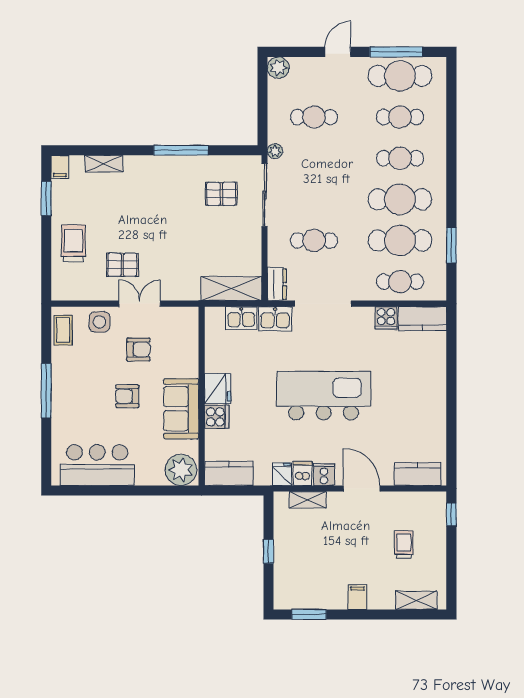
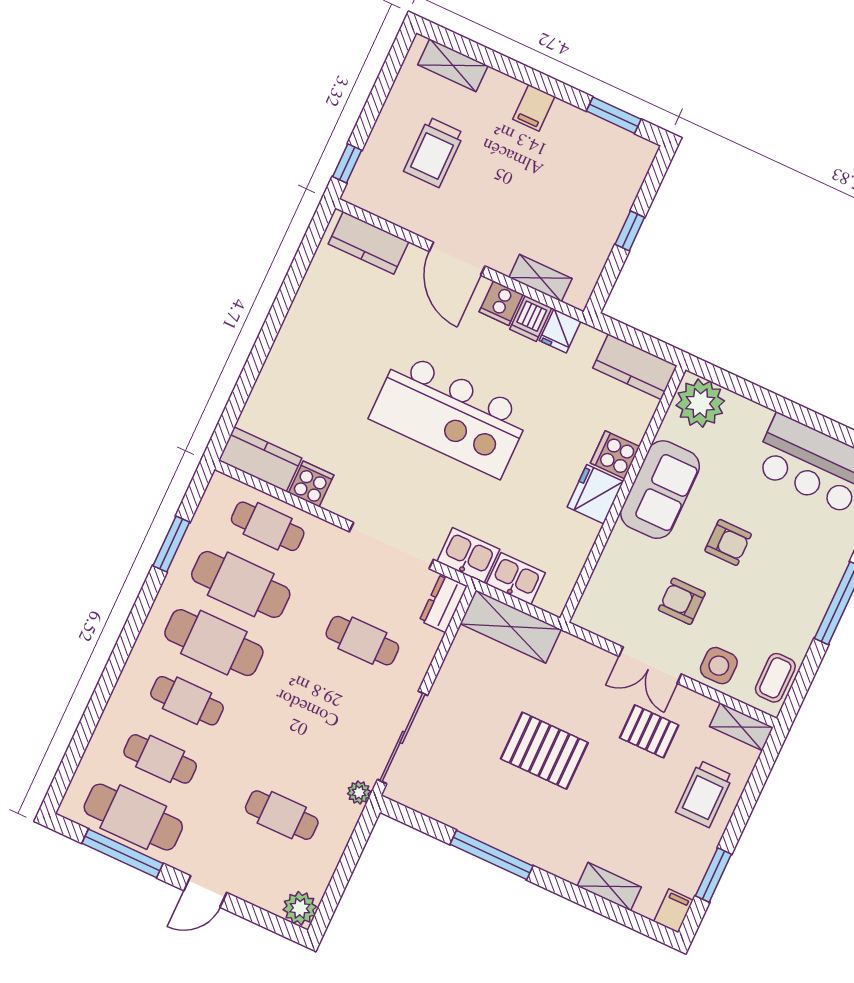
pallet: (221, 194) -> (544, 751), moved, width x1.50, depth x1.42
shelving: (70, 292) -> (741, 727), added
trolley: (404, 544) -> (434, 152), width x1.36, depth x1.39

